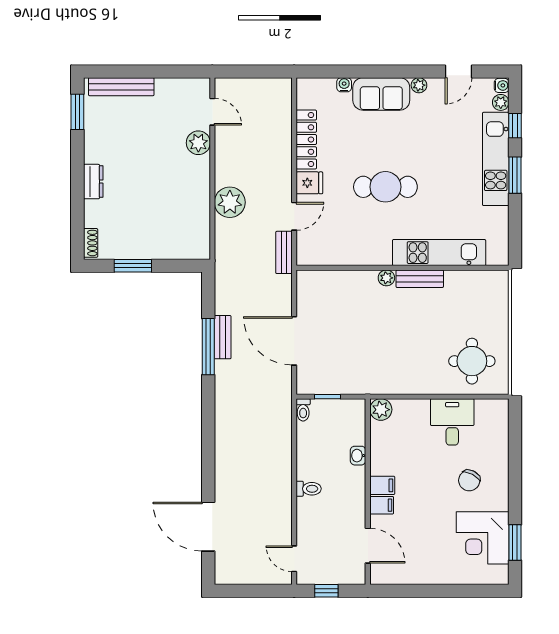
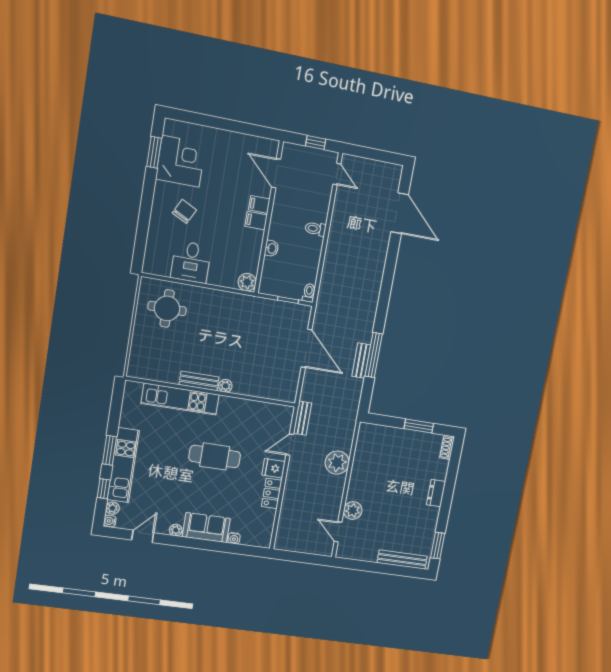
locker: (306, 140) -> (272, 493), width x0.66

